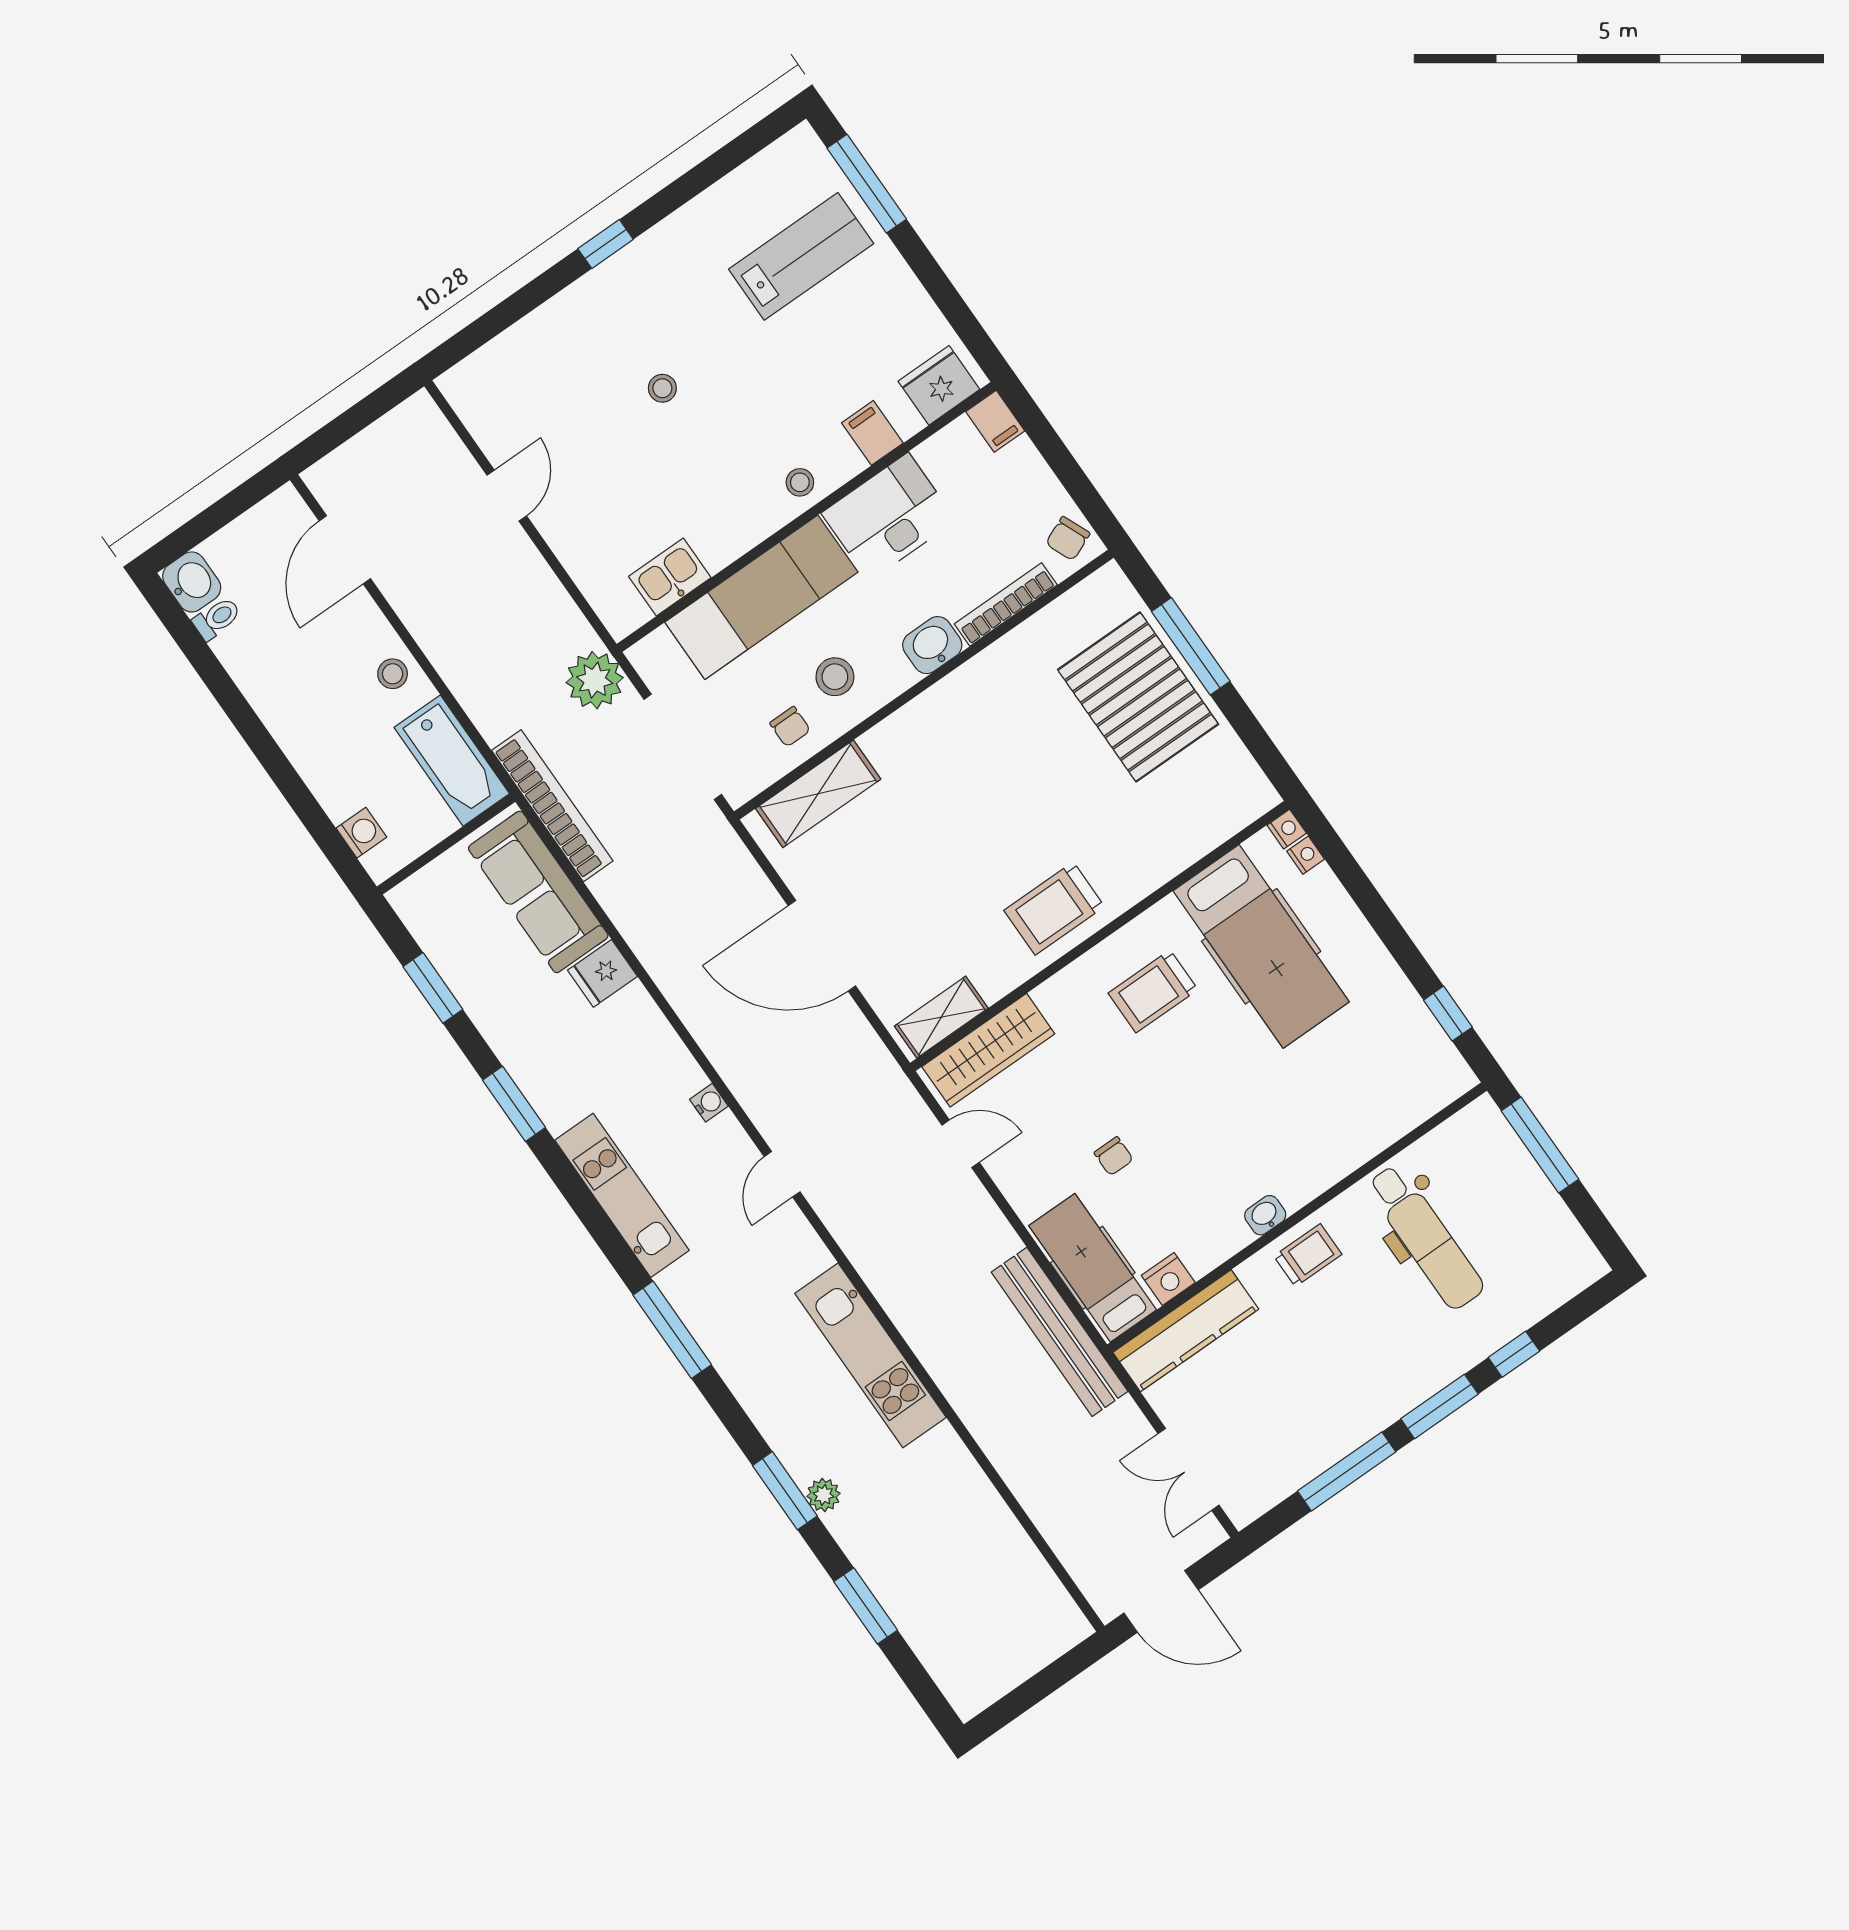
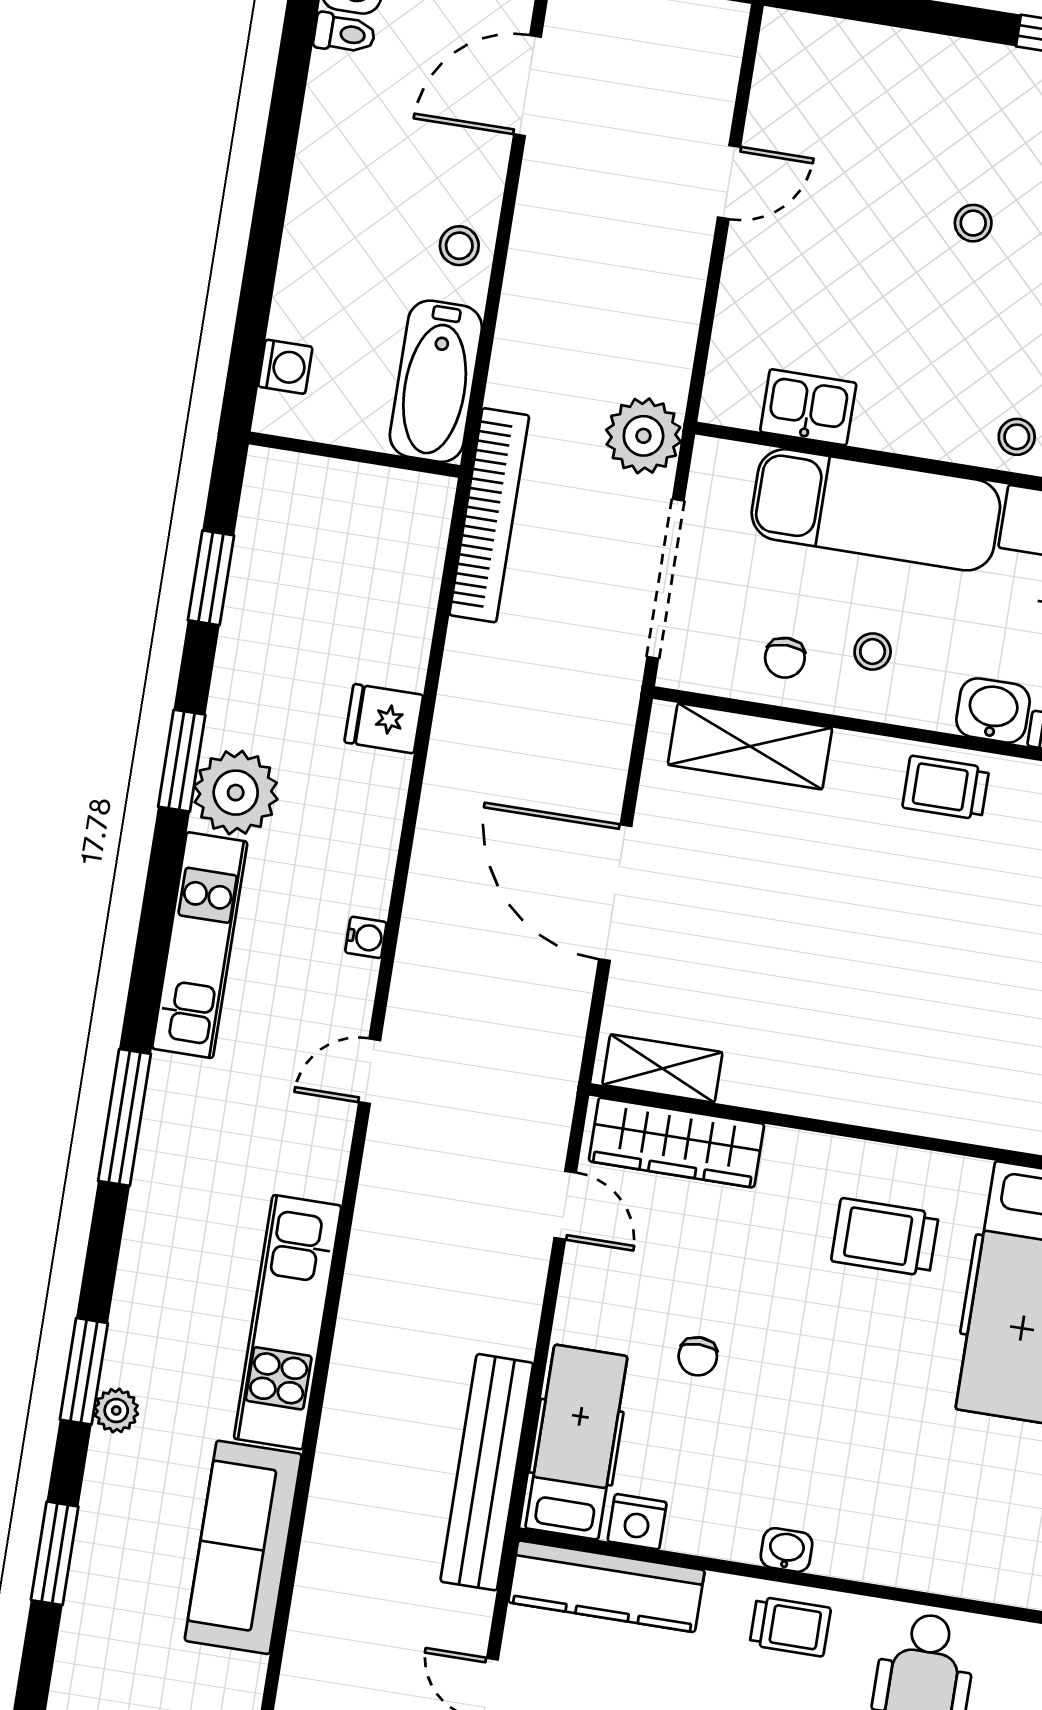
stool: (835, 677) -> (873, 652), width x0.73, depth x0.73
sofa: (538, 892) -> (243, 1547), moved
trolley: (1054, 908) -> (946, 788), moved, width x0.73, depth x0.72
plant: (561, 1093) -> (236, 793), added

